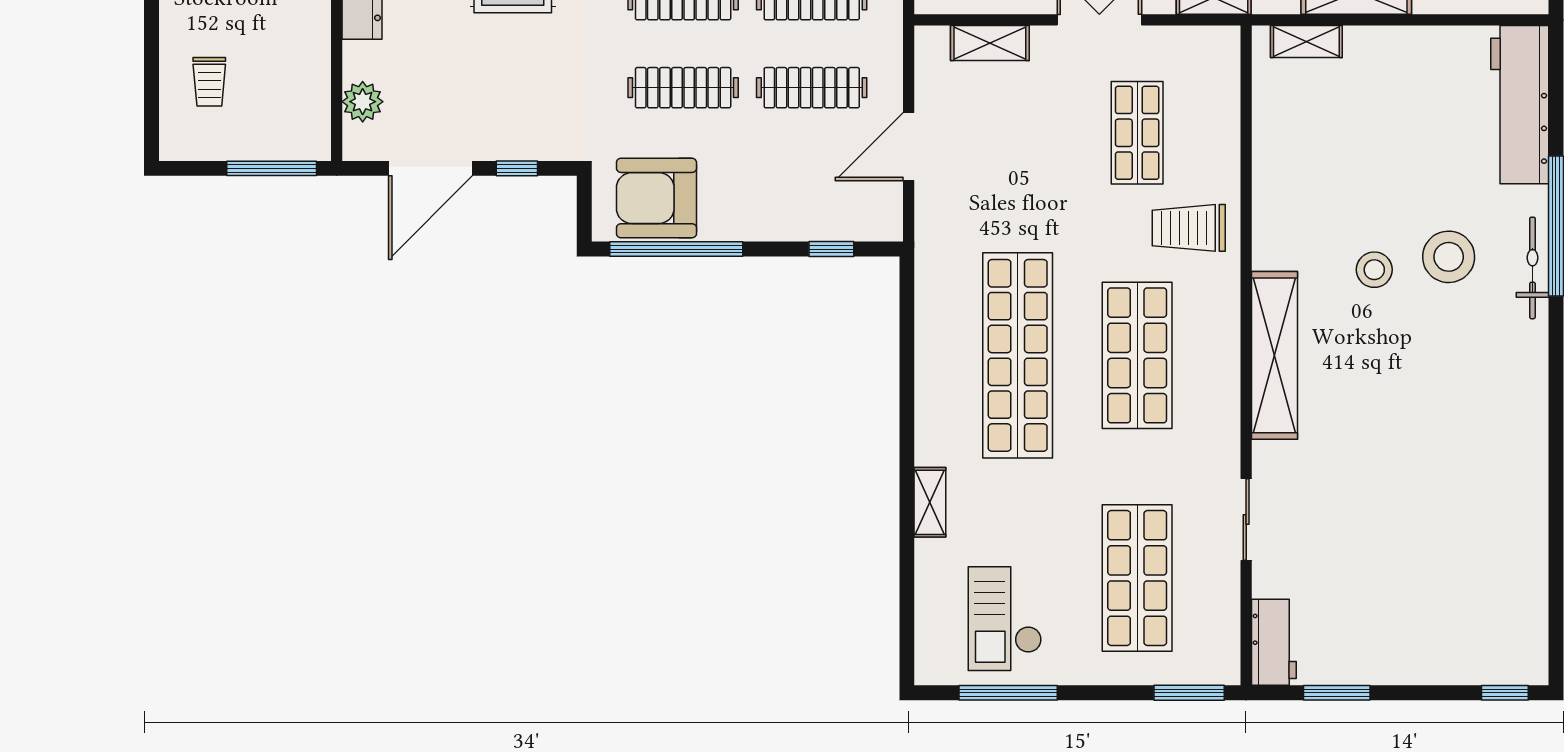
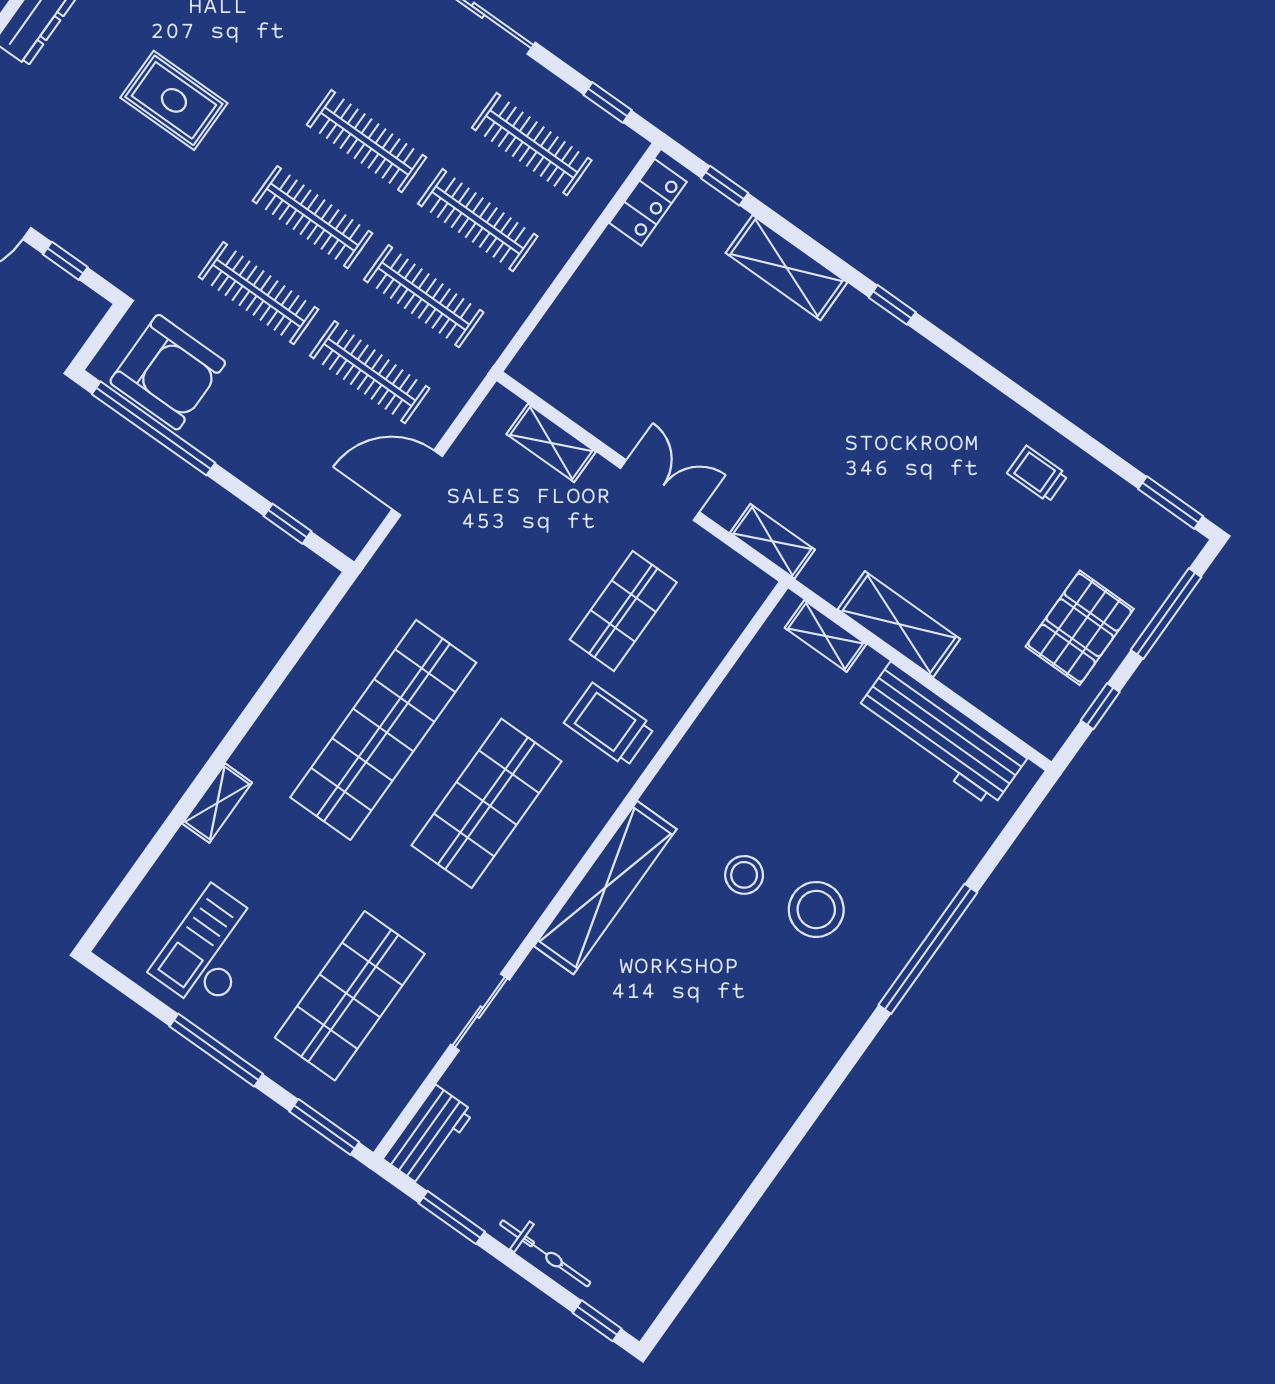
workbench: (1520, 105) -> (941, 735), moved, turned -90
armchair: (656, 198) -> (168, 372), turned 180
bicycle: (1532, 268) -> (545, 1253), moved, turned 90
window: (1008, 693) -> (216, 1050), moved

